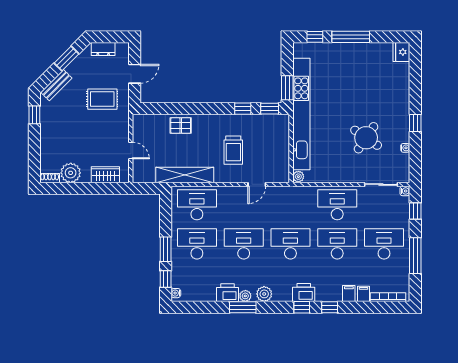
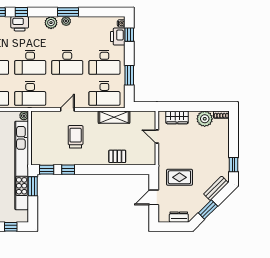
shelving: (185, 175) -> (114, 117), width x0.68
door: (257, 184) -> (67, 110), moved
desk: (290, 205) -> (30, 93), added
window: (166, 249) -> (129, 75), moved
printer: (228, 293) -> (118, 37), moved, turned 90

